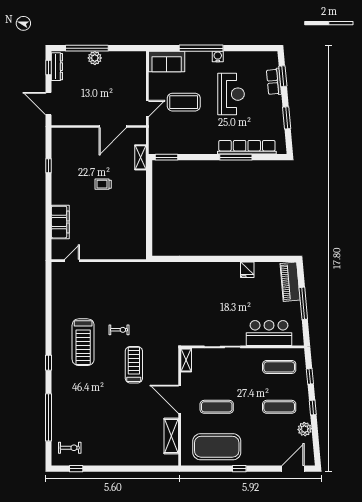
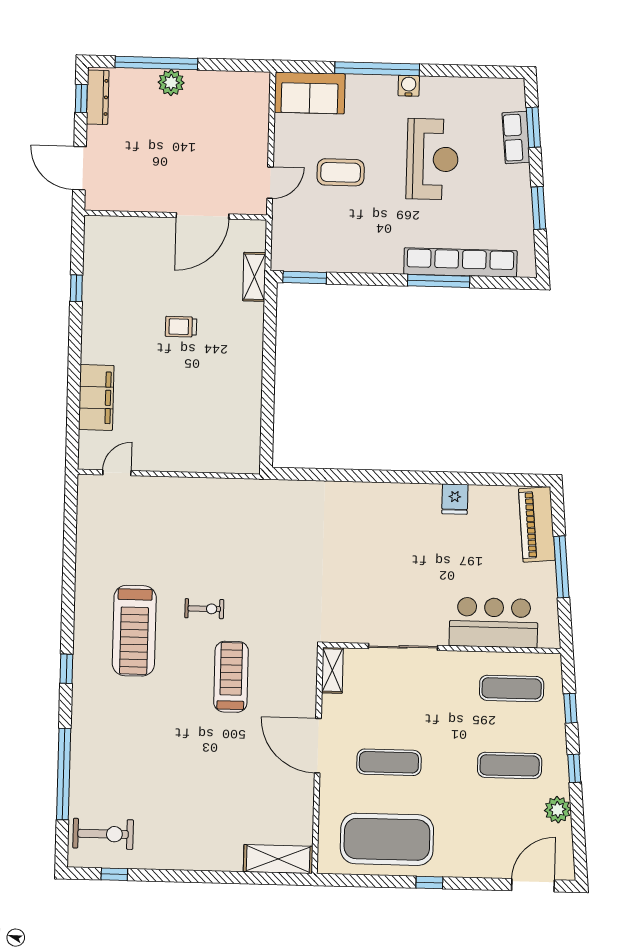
coffee table: (184, 102) -> (341, 172), width x0.73, depth x0.76
shelving: (171, 436) -> (278, 859), moved, turned 90
exercise bike: (70, 448) -> (103, 834), width x1.38, depth x1.39

